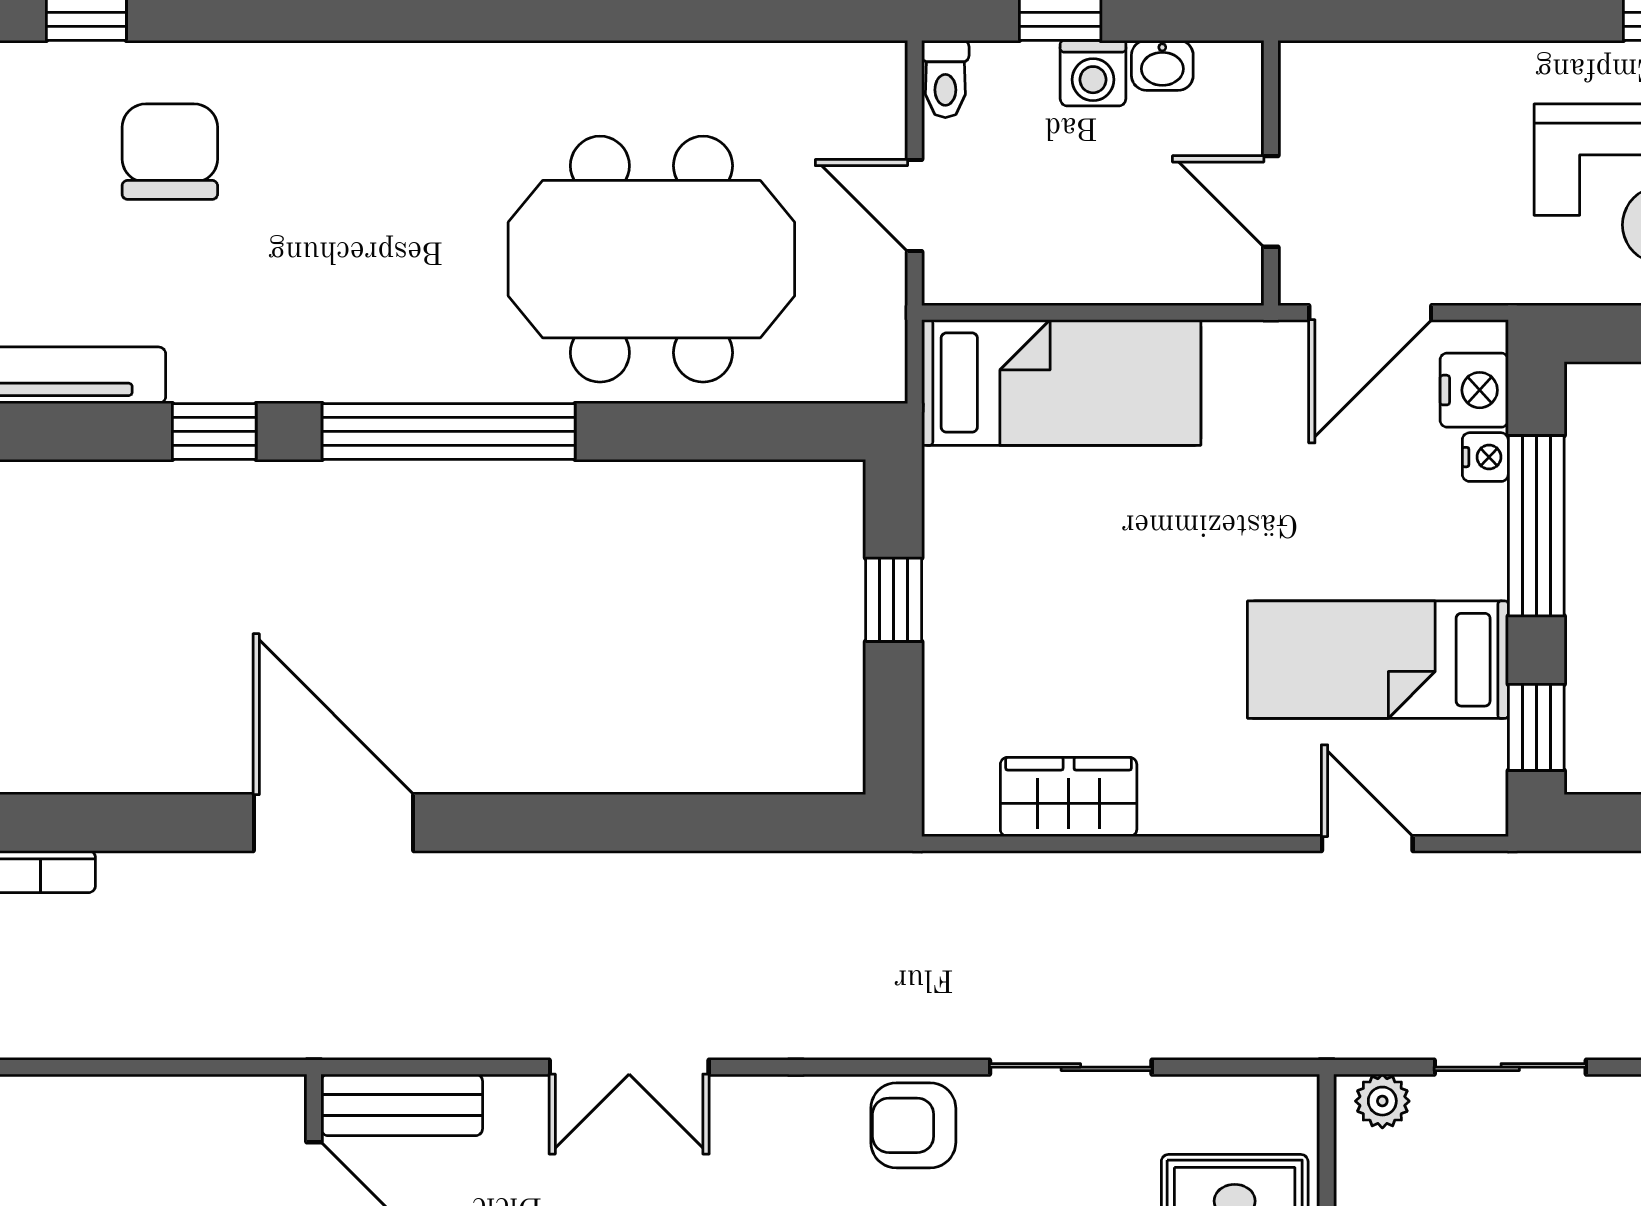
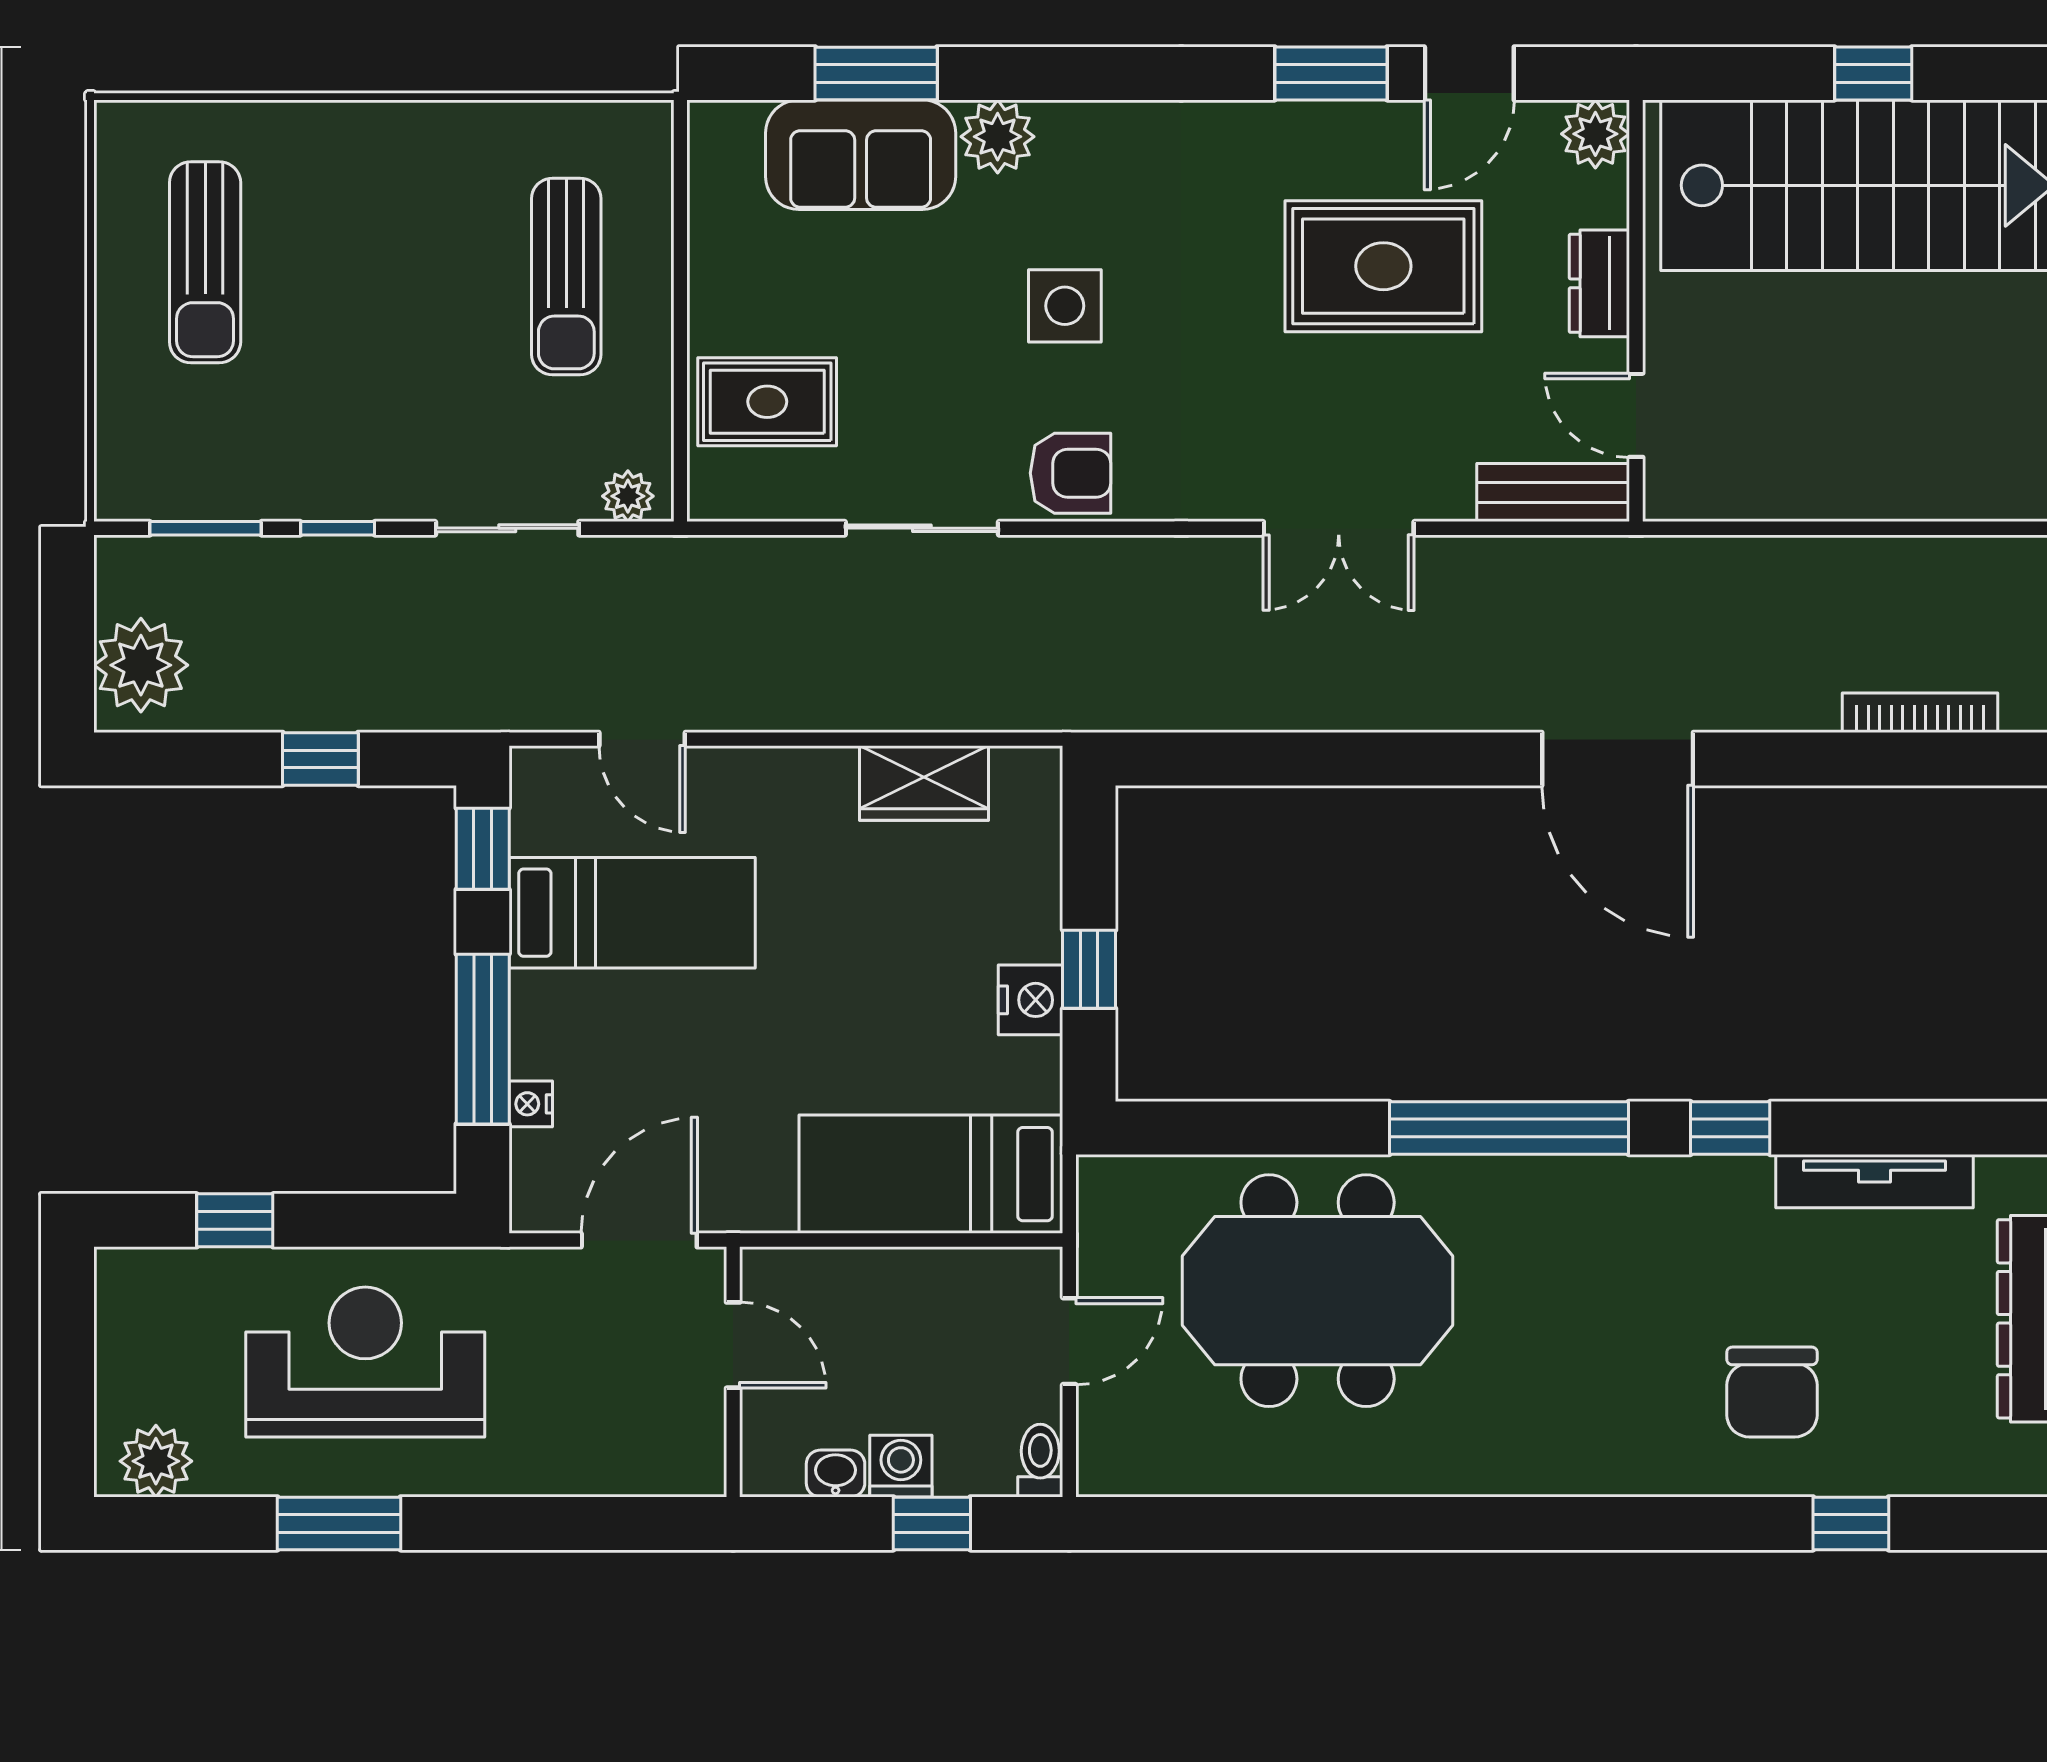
door: (915, 206) -> (1069, 1341), hinge flipped
nightstand: (1474, 390) -> (1030, 1000), moved, turned 180
double door: (629, 1067) -> (1339, 528), swing flipped

